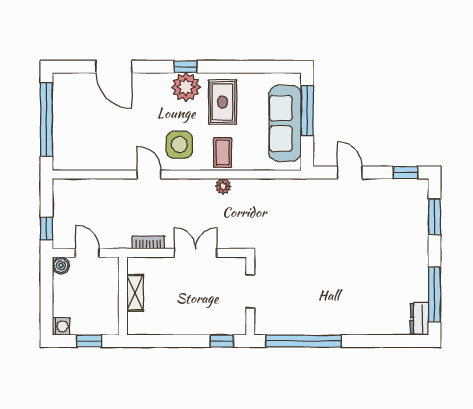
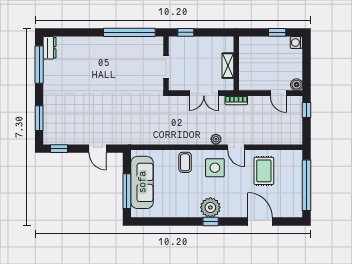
rug: (222, 102) -> (264, 171), moved
plant: (223, 186) -> (216, 139), moved
shelving: (135, 293) -> (228, 66), moved
wall: (123, 296) -> (236, 63), moved

